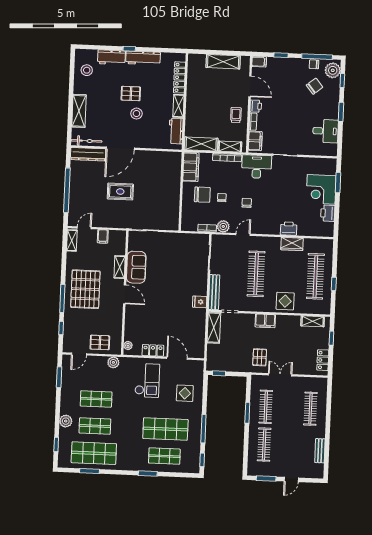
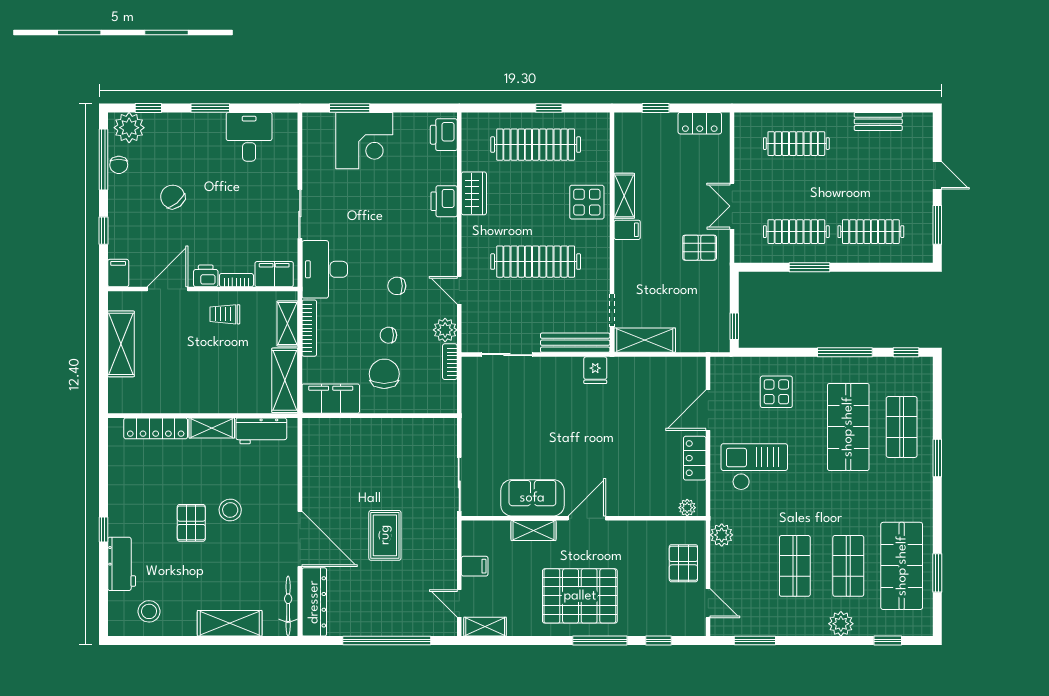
workbench: (143, 58) -> (120, 502), removed
chair: (315, 86) -> (173, 197), moved
printer: (328, 213) -> (444, 135), moved, turned 90
filing cabinet: (265, 321) -> (627, 230), width x0.50
shelving: (313, 321) -> (624, 196), moved

